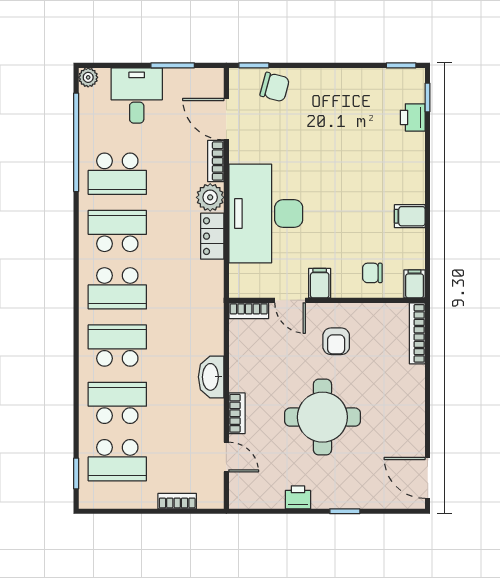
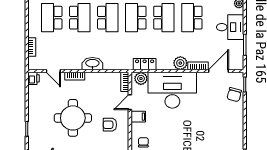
locker: (212, 236) -> (145, 64), moved
plant: (242, 278) -> (141, 79), added
door: (226, 457) -> (53, 71), hinge flipped
printer: (298, 497) -> (34, 78), moved

